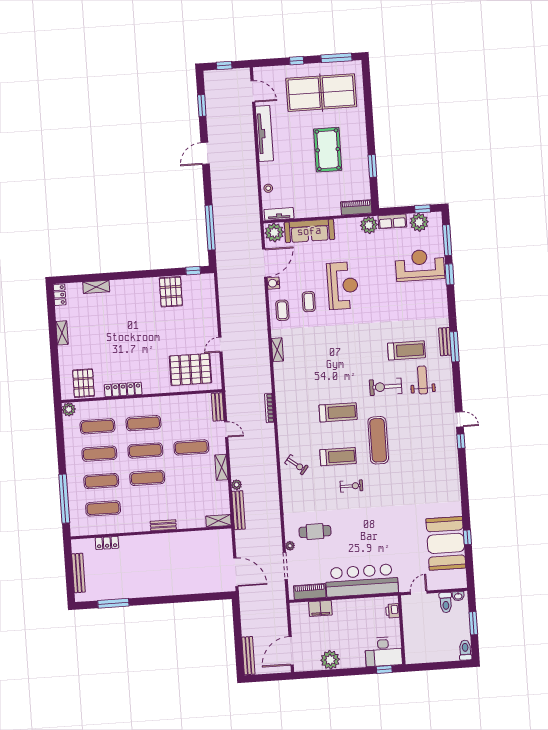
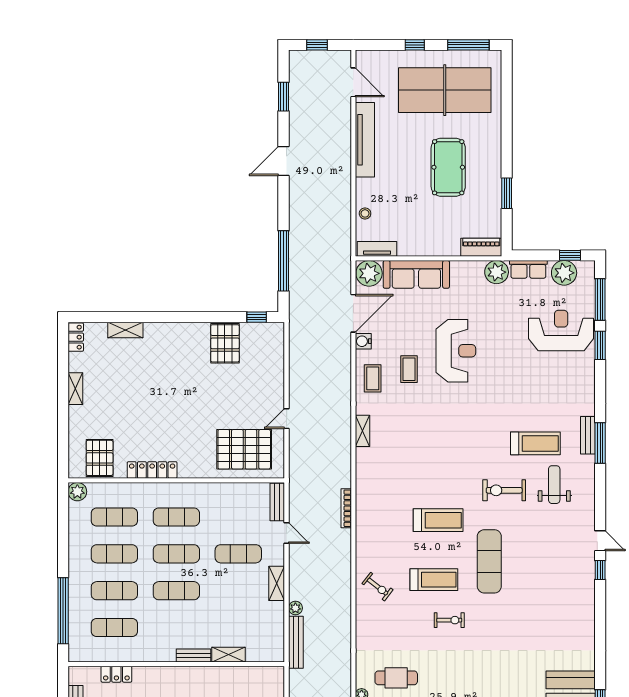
shelving: (218, 521) -> (229, 655), moved

